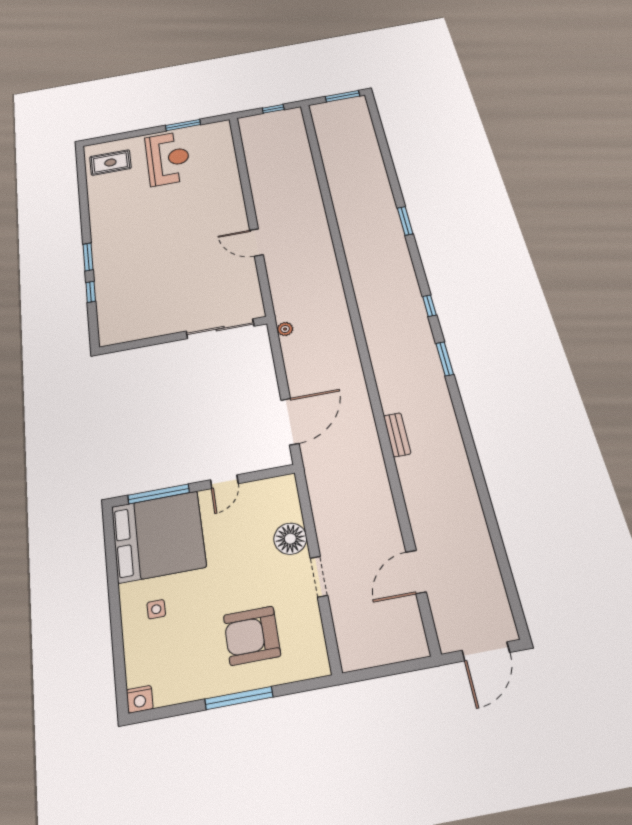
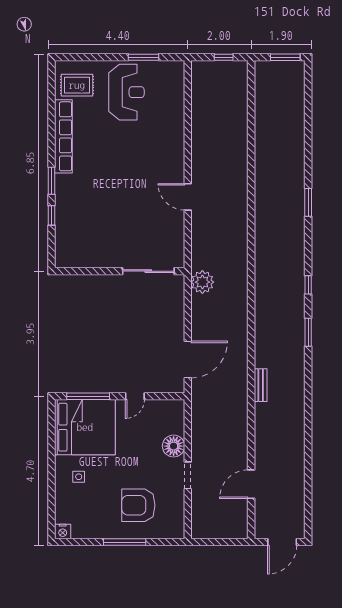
row of seats: (99, 212) -> (63, 136), added
plant: (285, 329) -> (202, 282), width x1.87, depth x1.87

